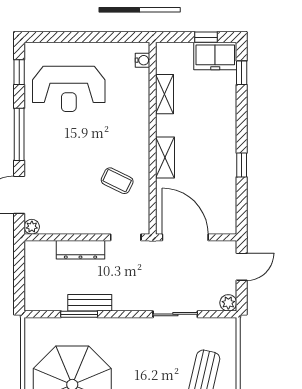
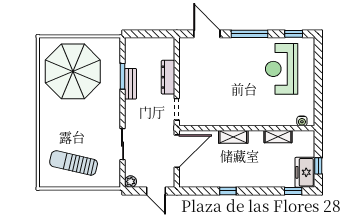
coffee table: (117, 181) -> (217, 103), removed
plant: (32, 227) -> (184, 43), removed

